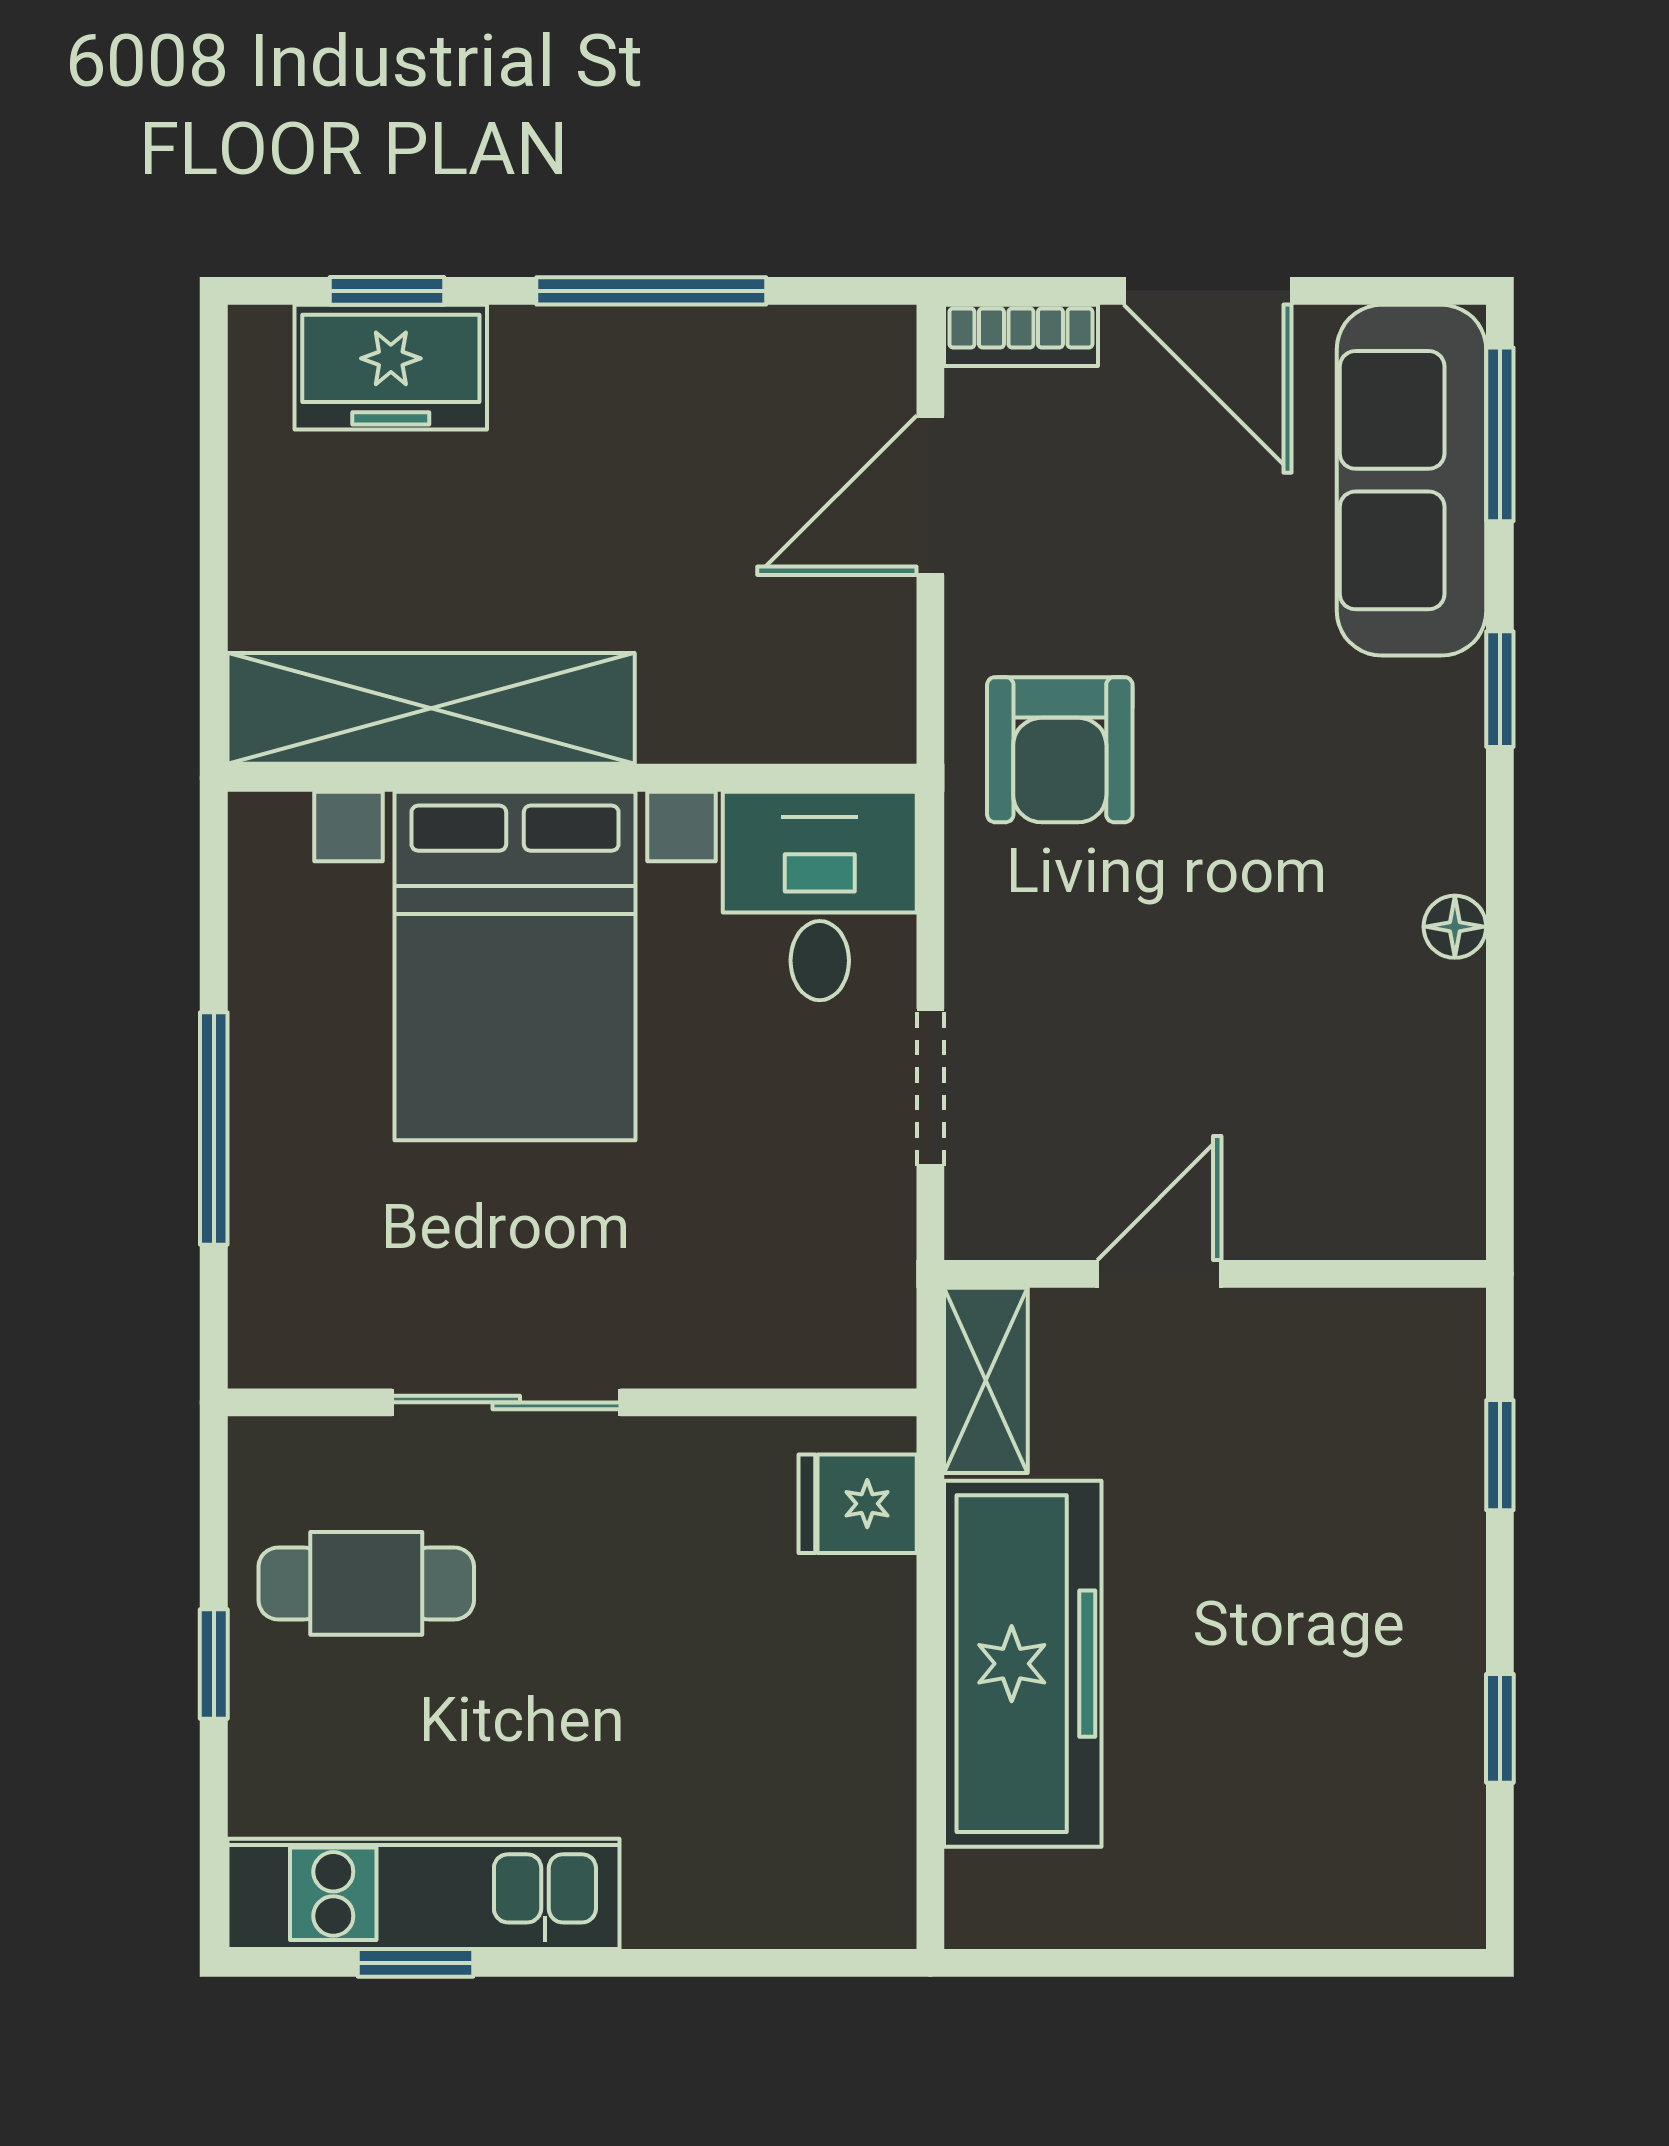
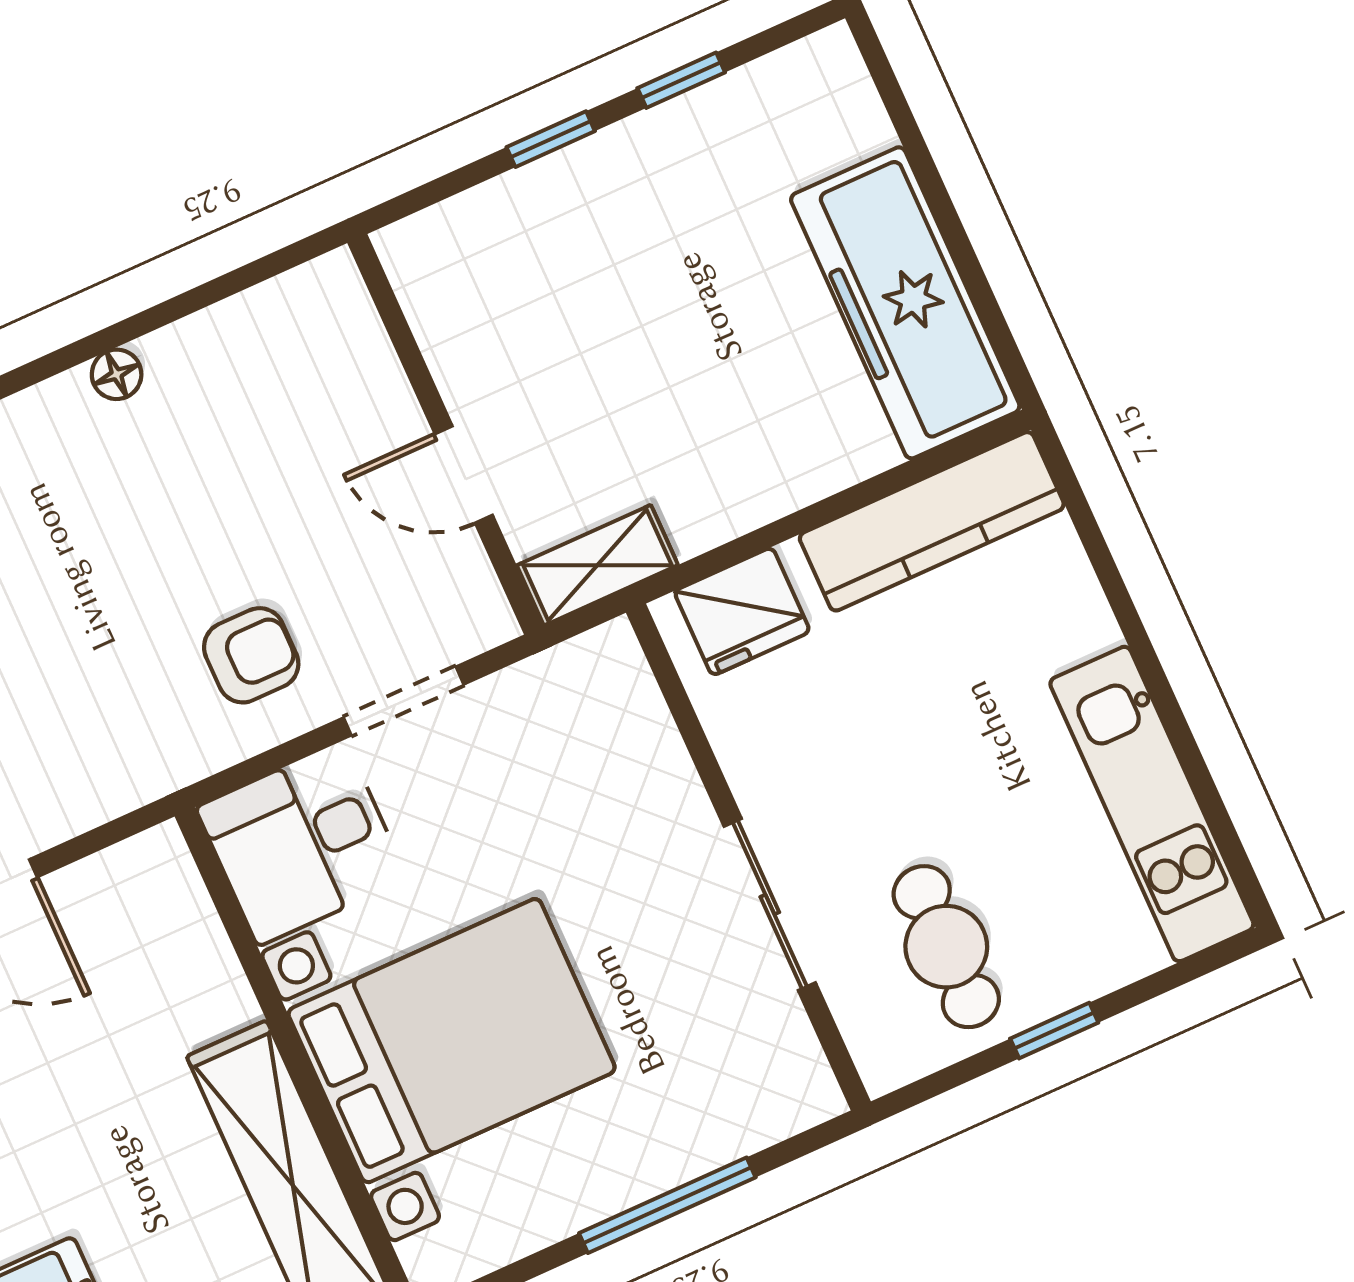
armchair: (1060, 750) -> (251, 655), moved, width x0.72, depth x0.72
window: (1500, 1455) -> (551, 139), moved
fridge: (858, 1504) -> (742, 611), width x1.38
freezer: (1023, 1664) -> (905, 303), moved, turned -90
kitchen counter: (863, 1788) -> (932, 521), added
window: (415, 1963) -> (1204, 787), removed

